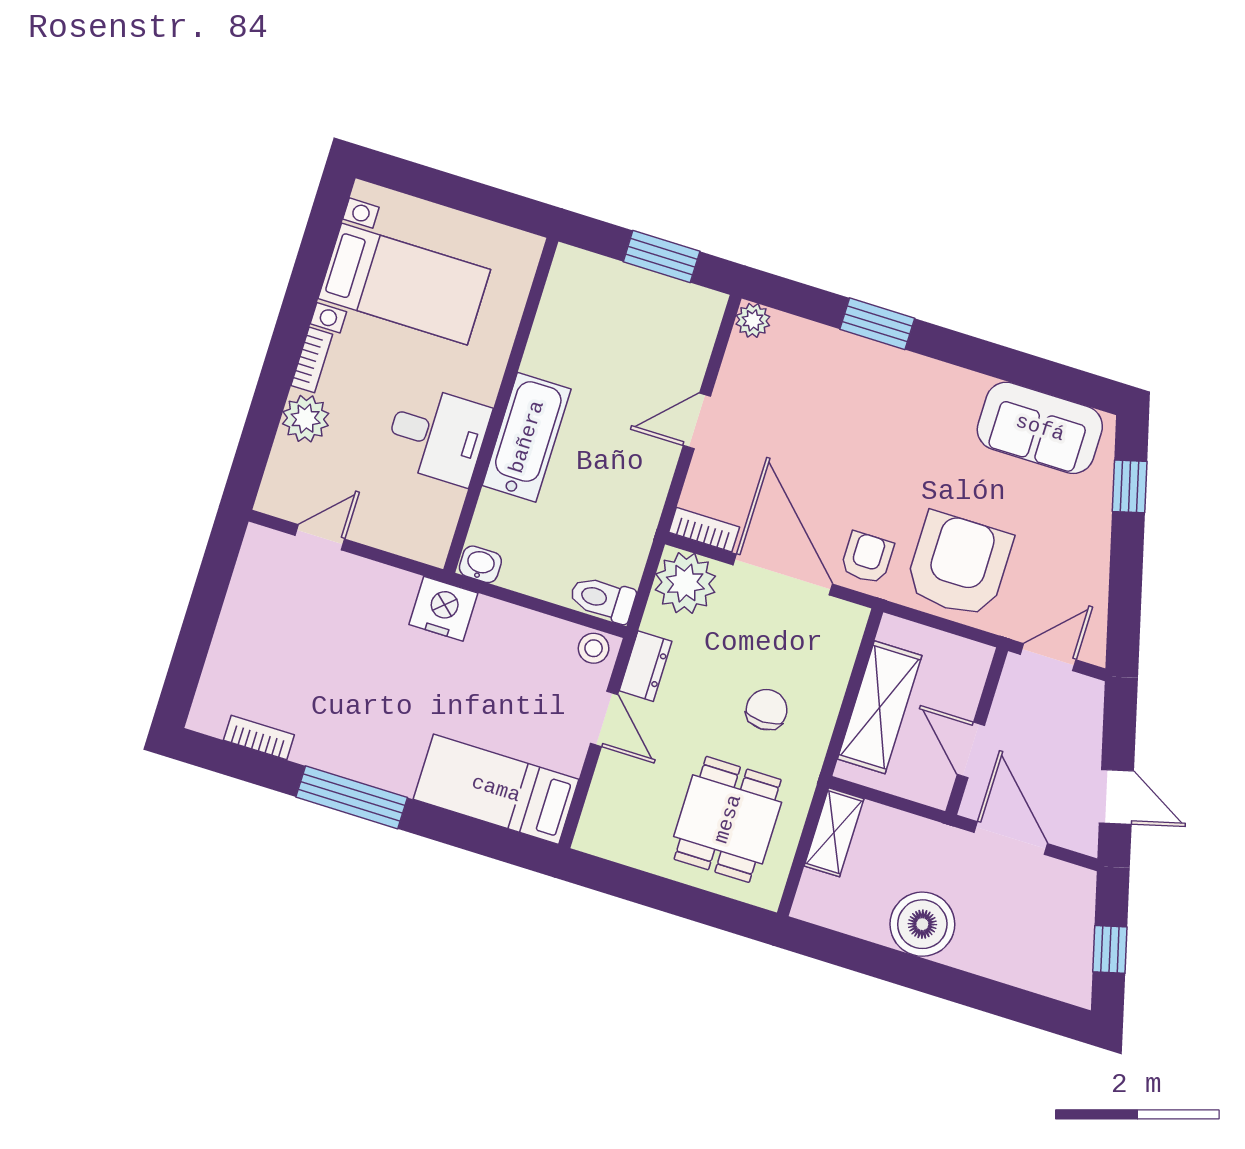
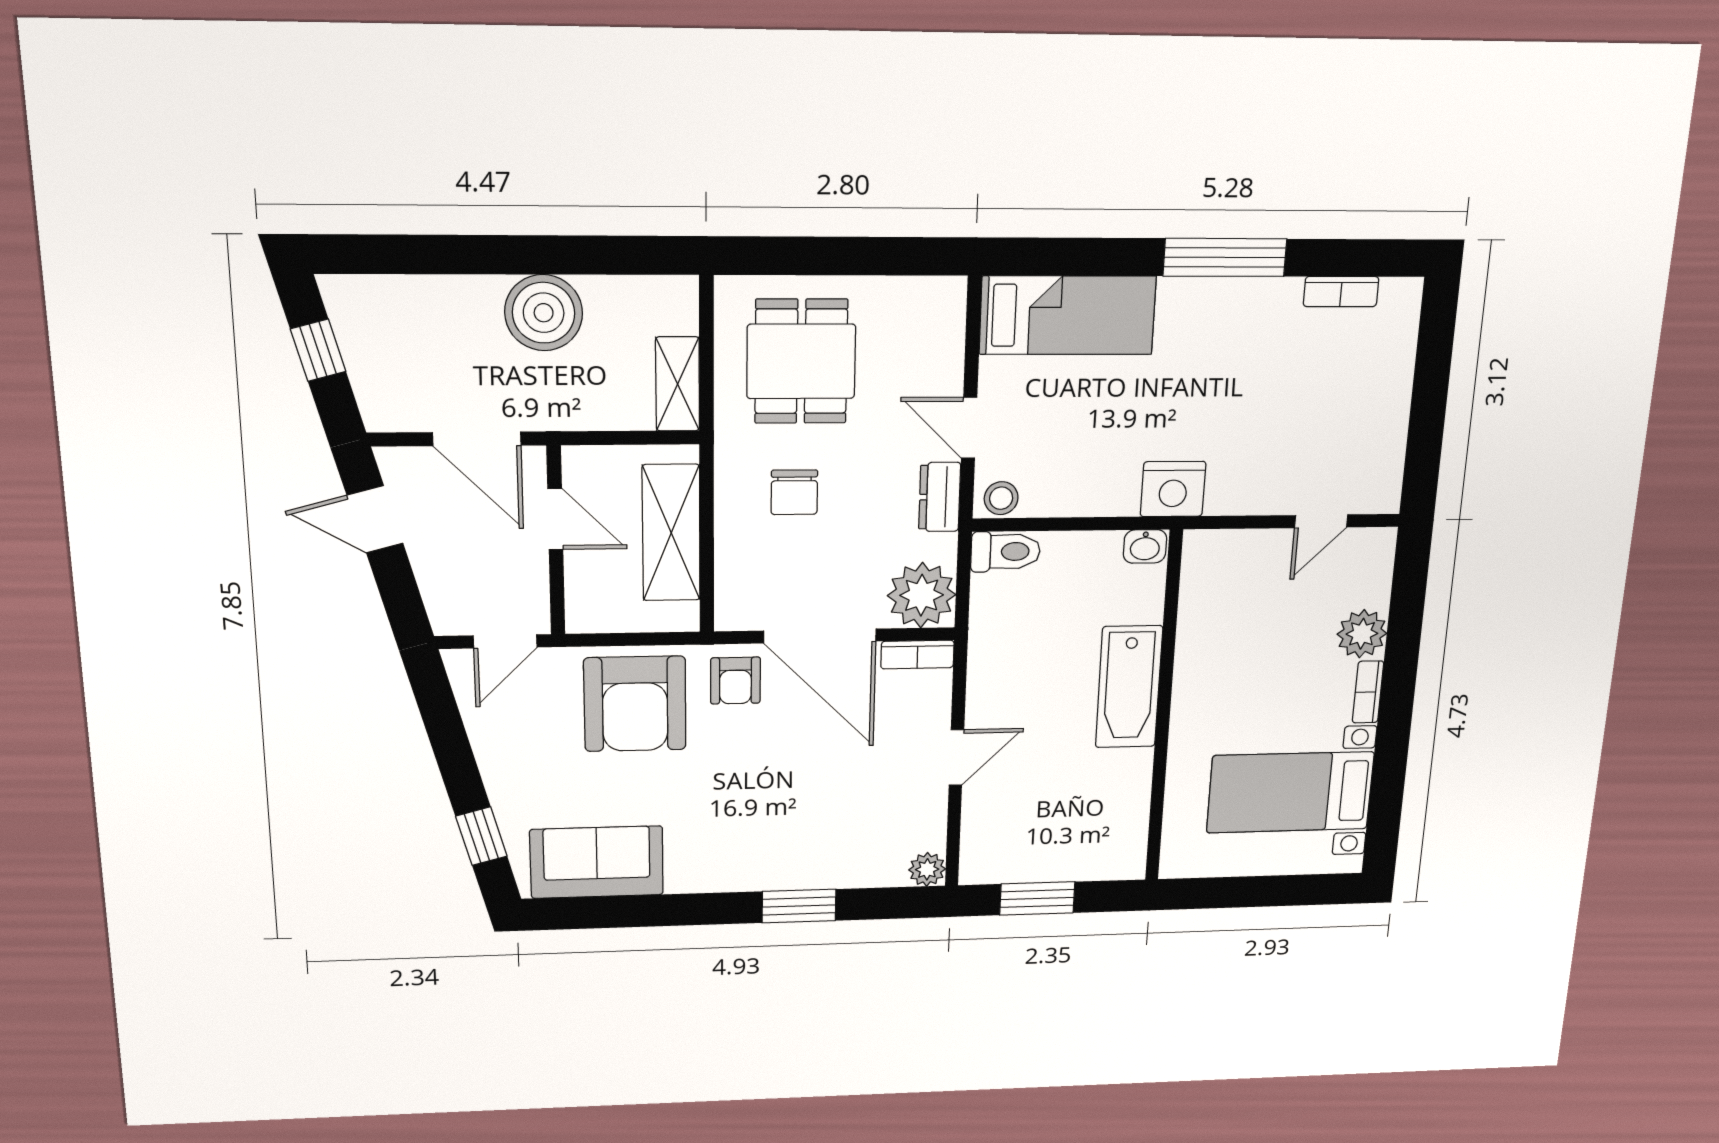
desk: (437, 435) -> (1222, 660), removed

